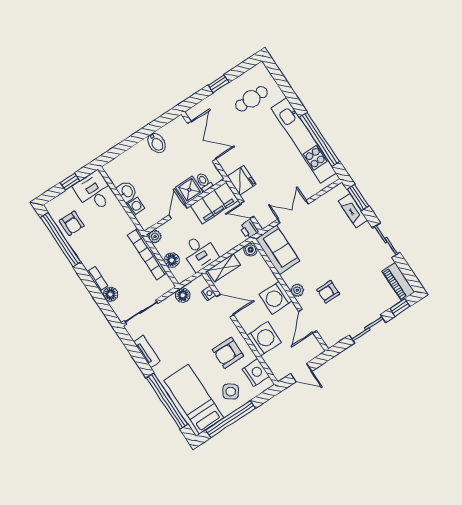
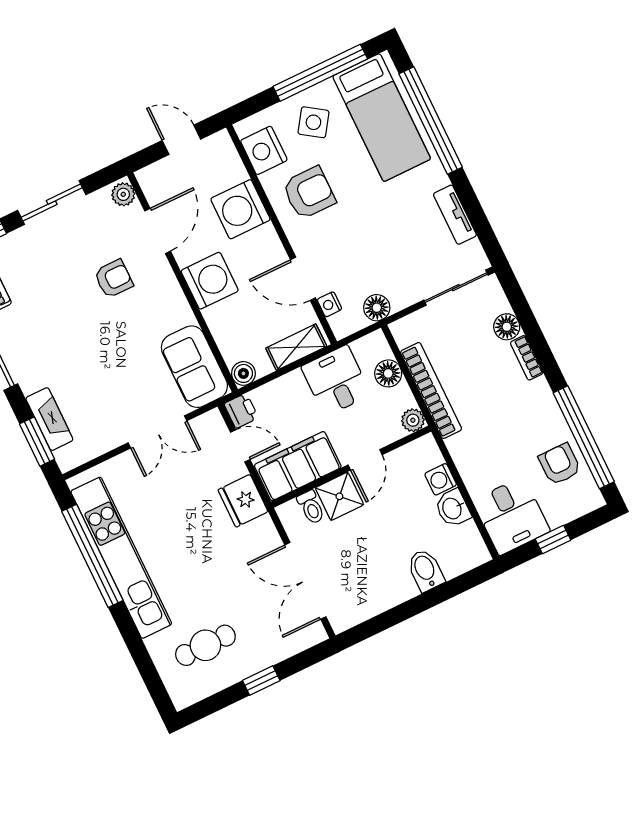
bidet: (156, 143) -> (425, 570), moved
plant: (297, 290) -> (123, 194), moved

